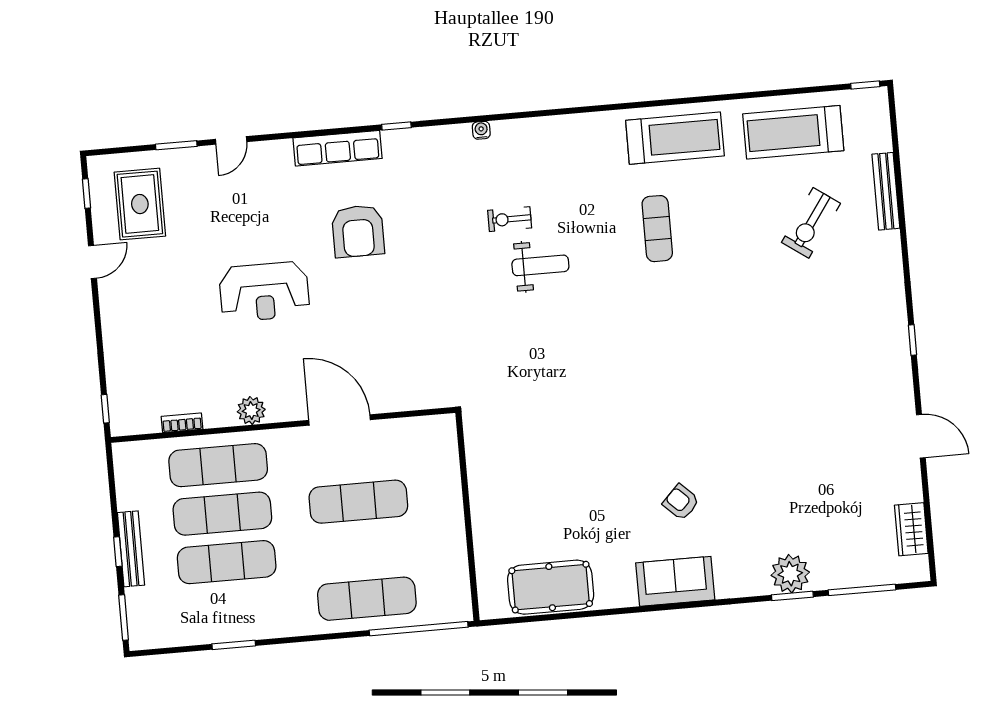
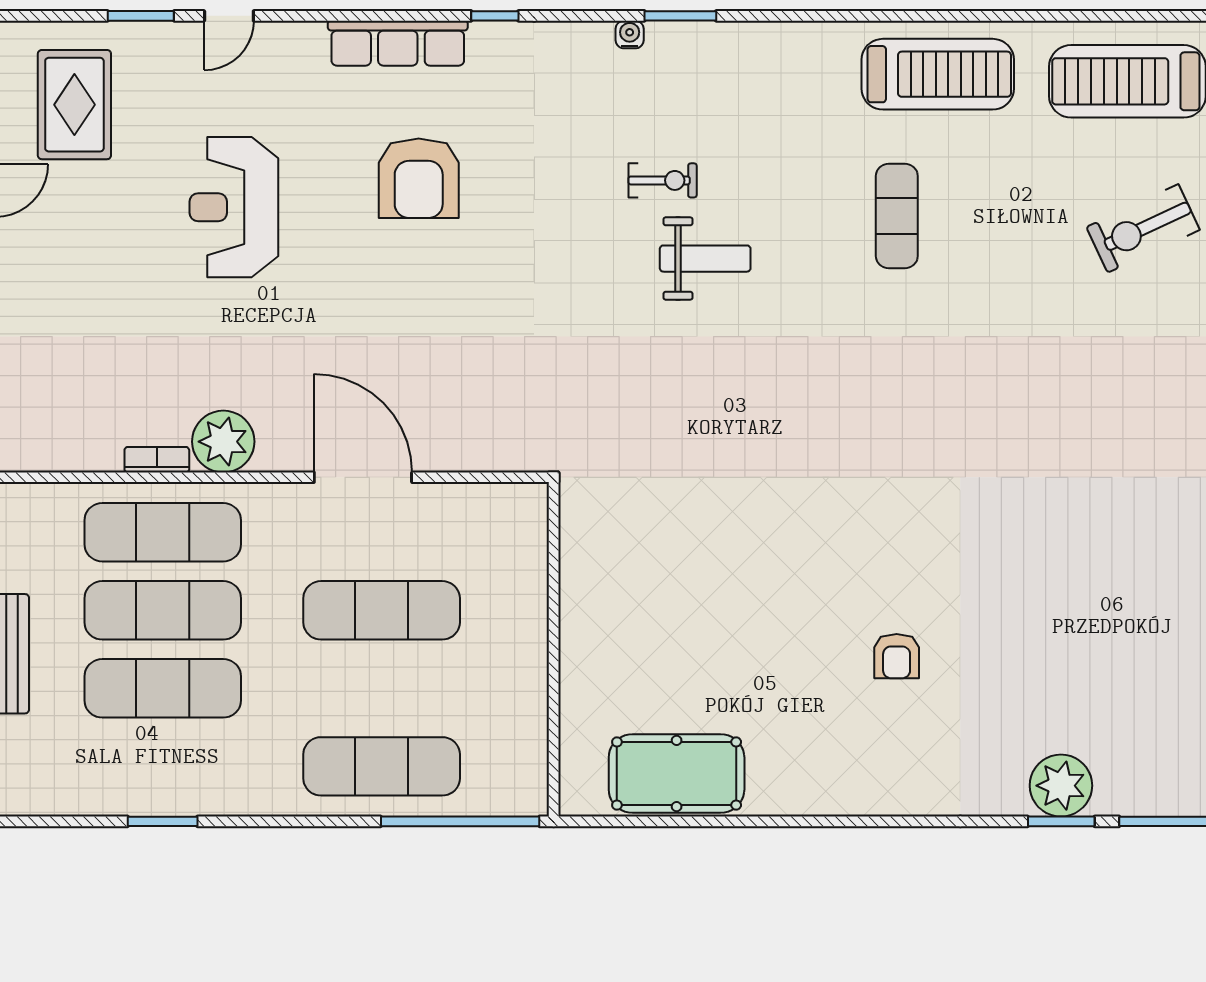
window: (512, 116) -> (680, 16), added
exercise bike: (510, 219) -> (663, 180), turned 180
exercise bike: (811, 223) -> (1143, 228), turned 30
reception desk: (264, 292) -> (234, 207), moved, turned 90
plant: (251, 411) -> (223, 442), width x1.36, depth x1.36
bookcase: (182, 423) -> (157, 460), moved
armchair: (681, 502) -> (897, 656), turned -134
sofa: (675, 581) -> (876, 782), removed

